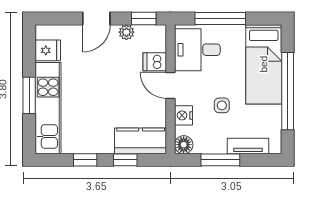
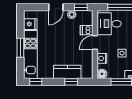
door: (171, 85) -> (95, 43), hinge flipped
kitchen counter: (141, 141) -> (67, 72), moved
window: (85, 160) -> (36, 82), moved

